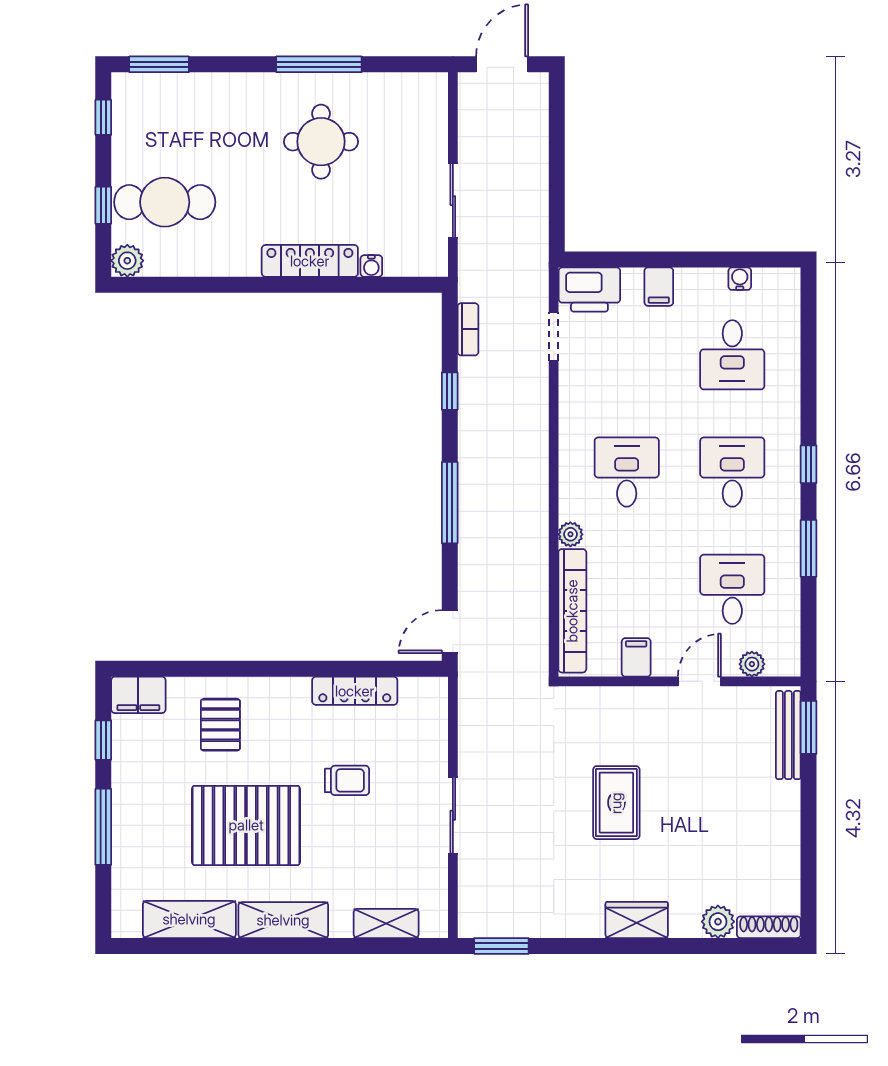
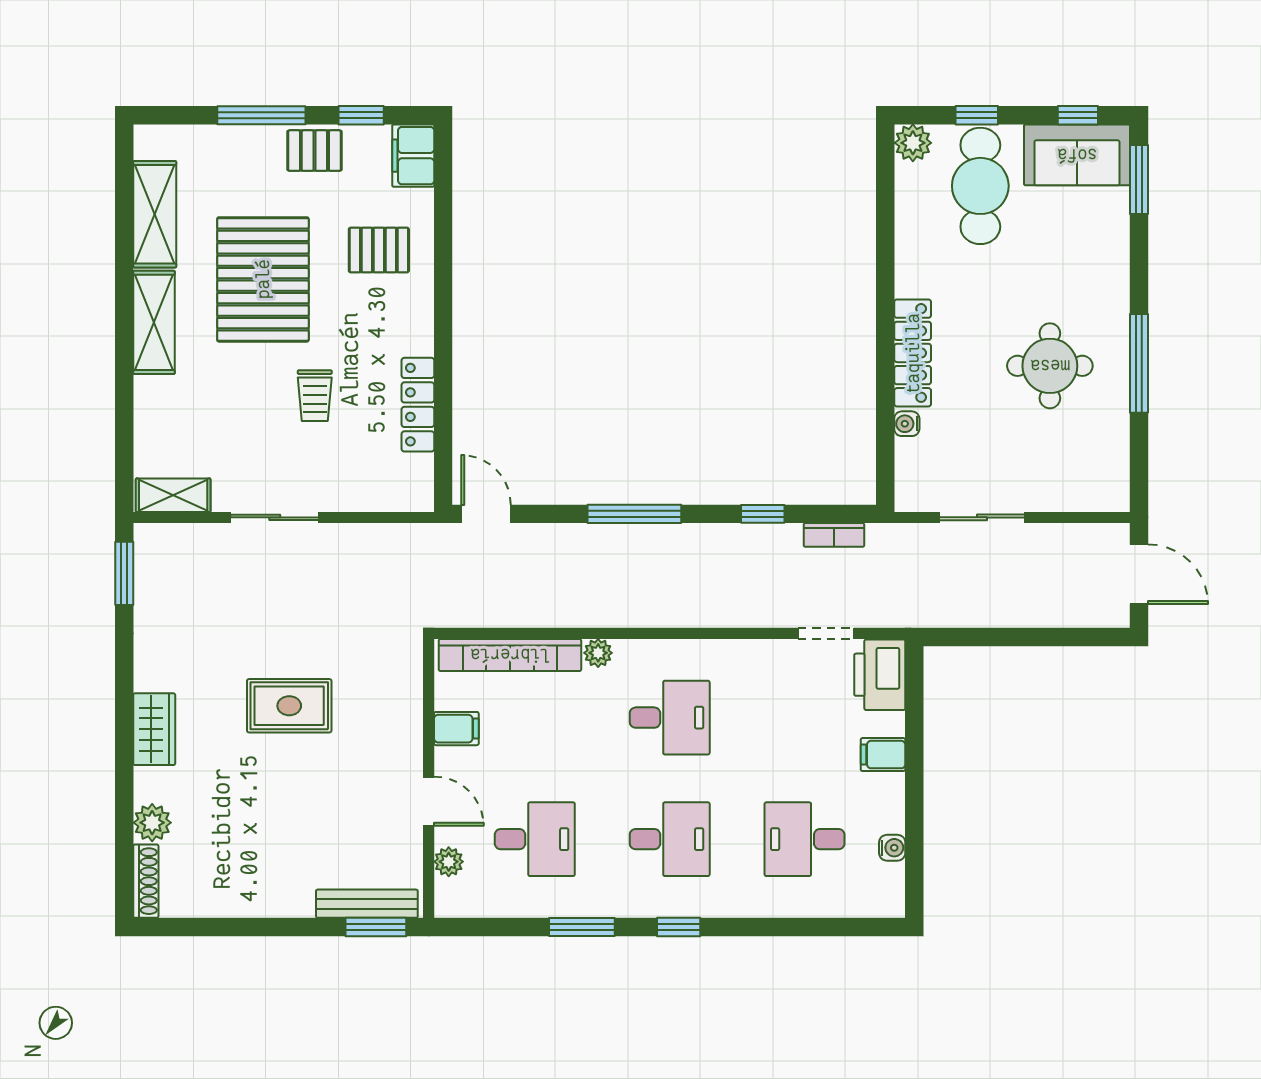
sofa: (138, 118) -> (1077, 155), added
pallet: (134, 781) -> (314, 151), added
shelving: (386, 923) -> (173, 495), moved, turned 90

